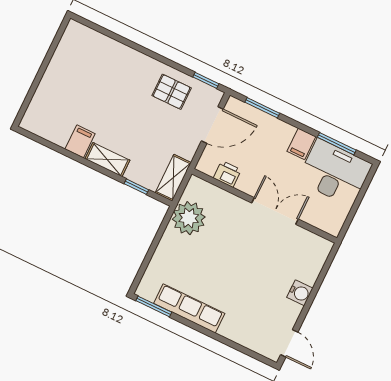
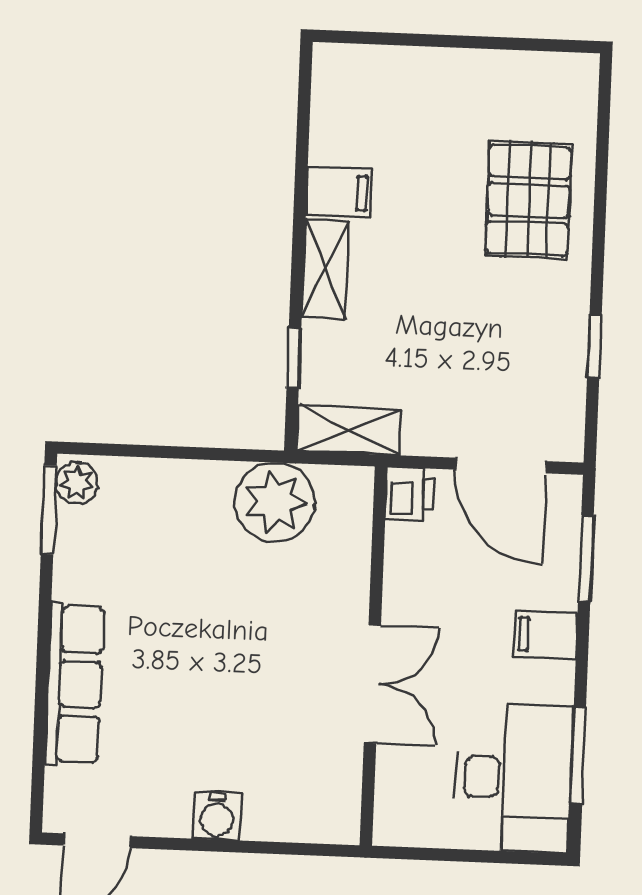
window: (206, 80) -> (594, 346), moved
pallet: (172, 92) -> (528, 200), moved, width x1.50, depth x1.42
filing cabinet: (301, 144) -> (546, 635), moved
printer: (227, 174) -> (410, 494), moved
plant: (148, 291) -> (77, 483), added
row of seats: (189, 308) -> (74, 684), moved

